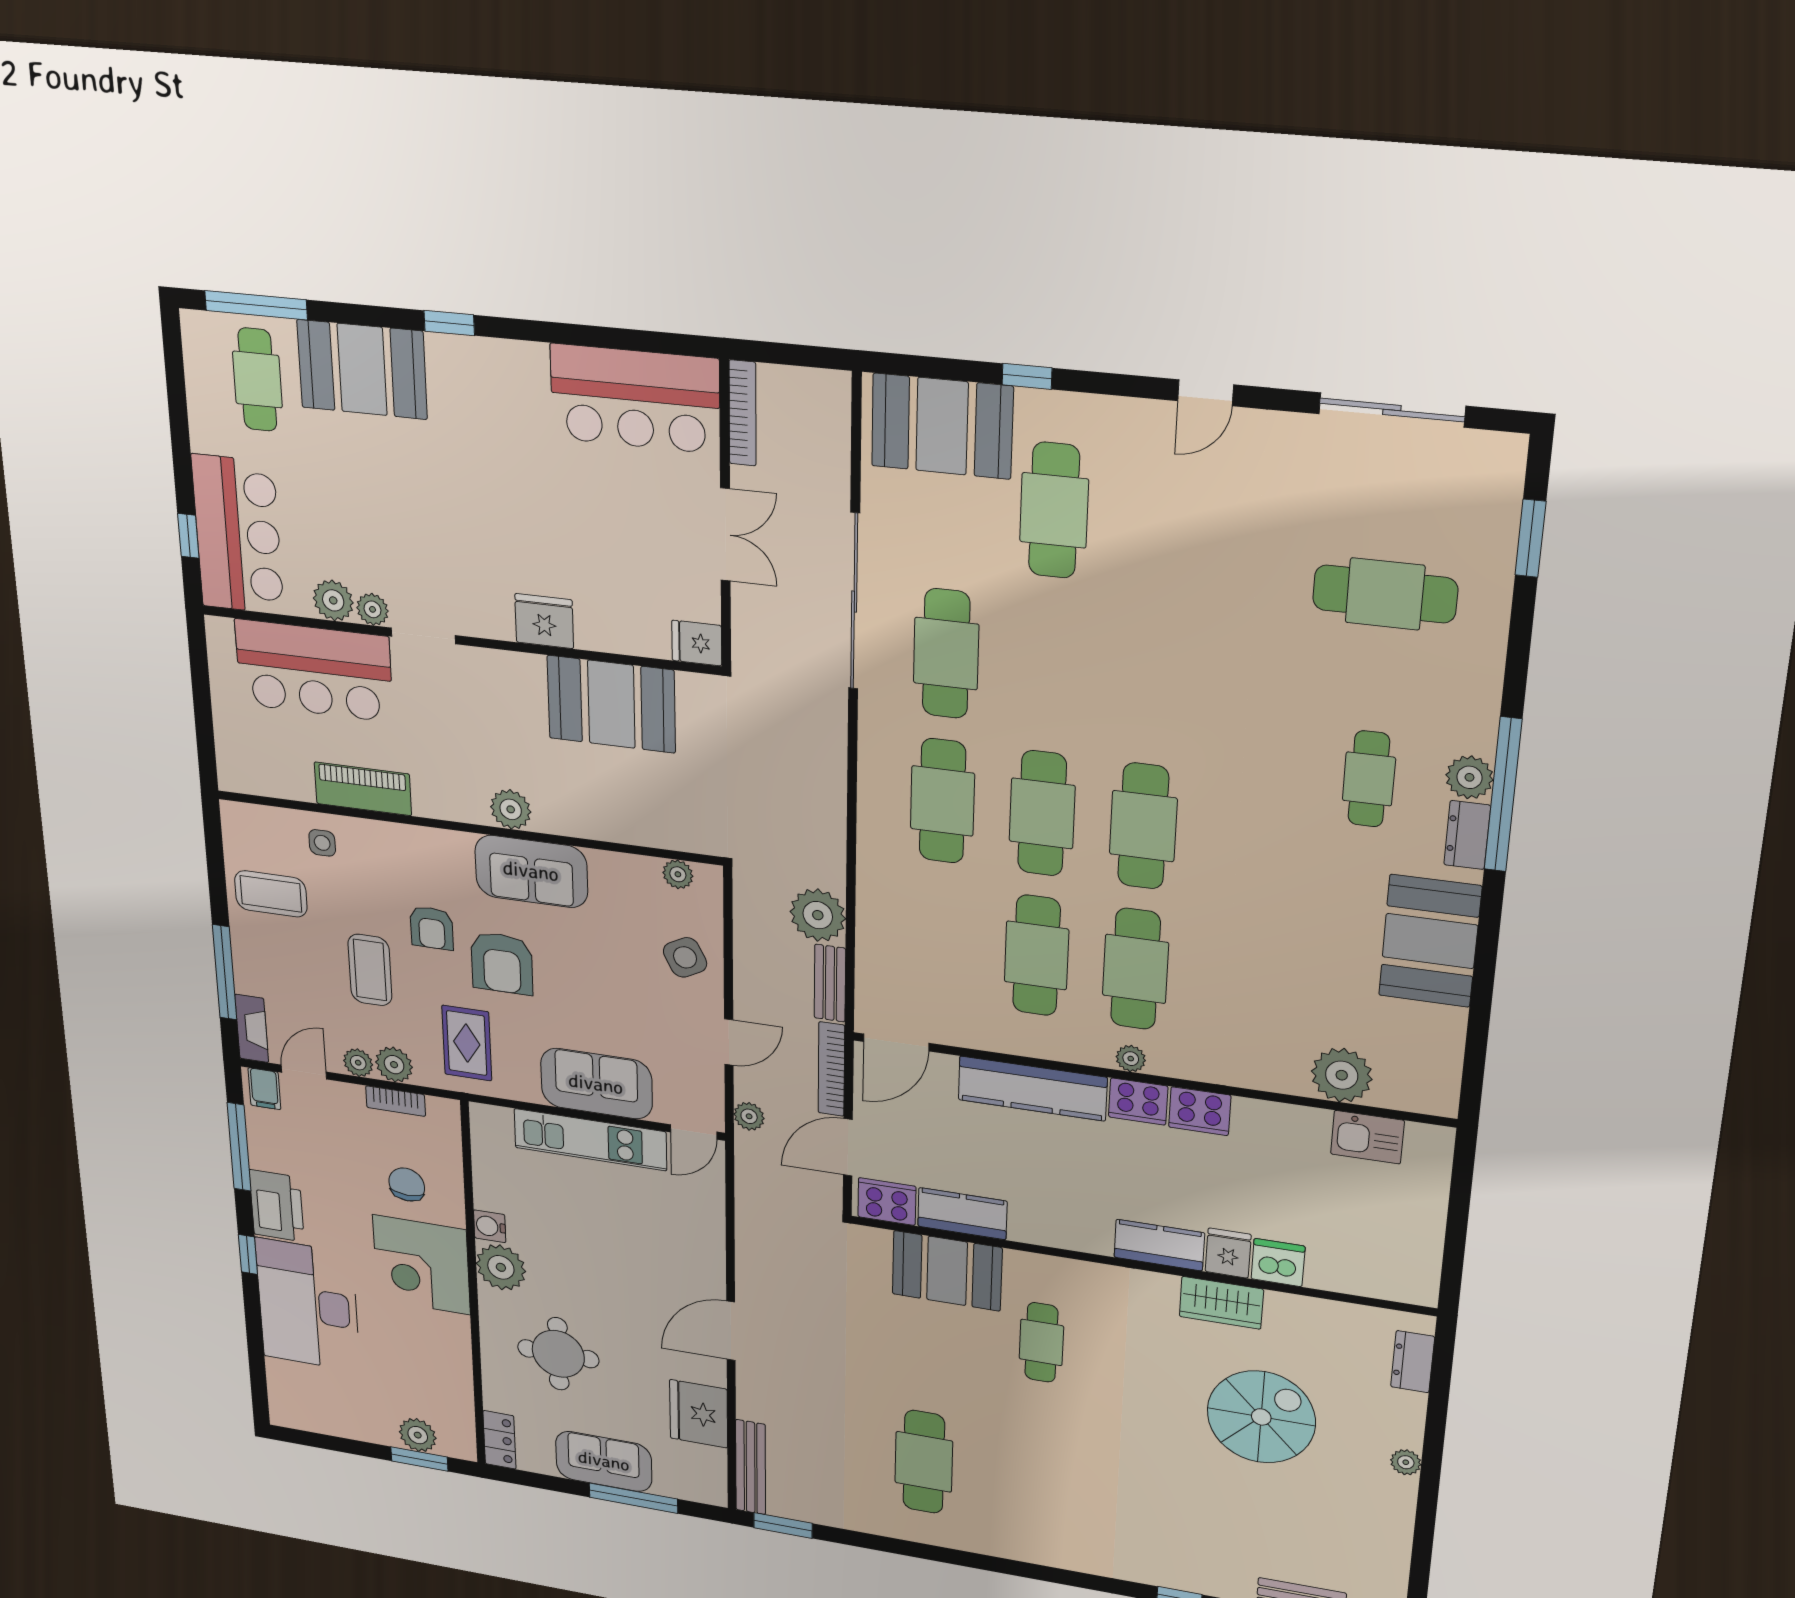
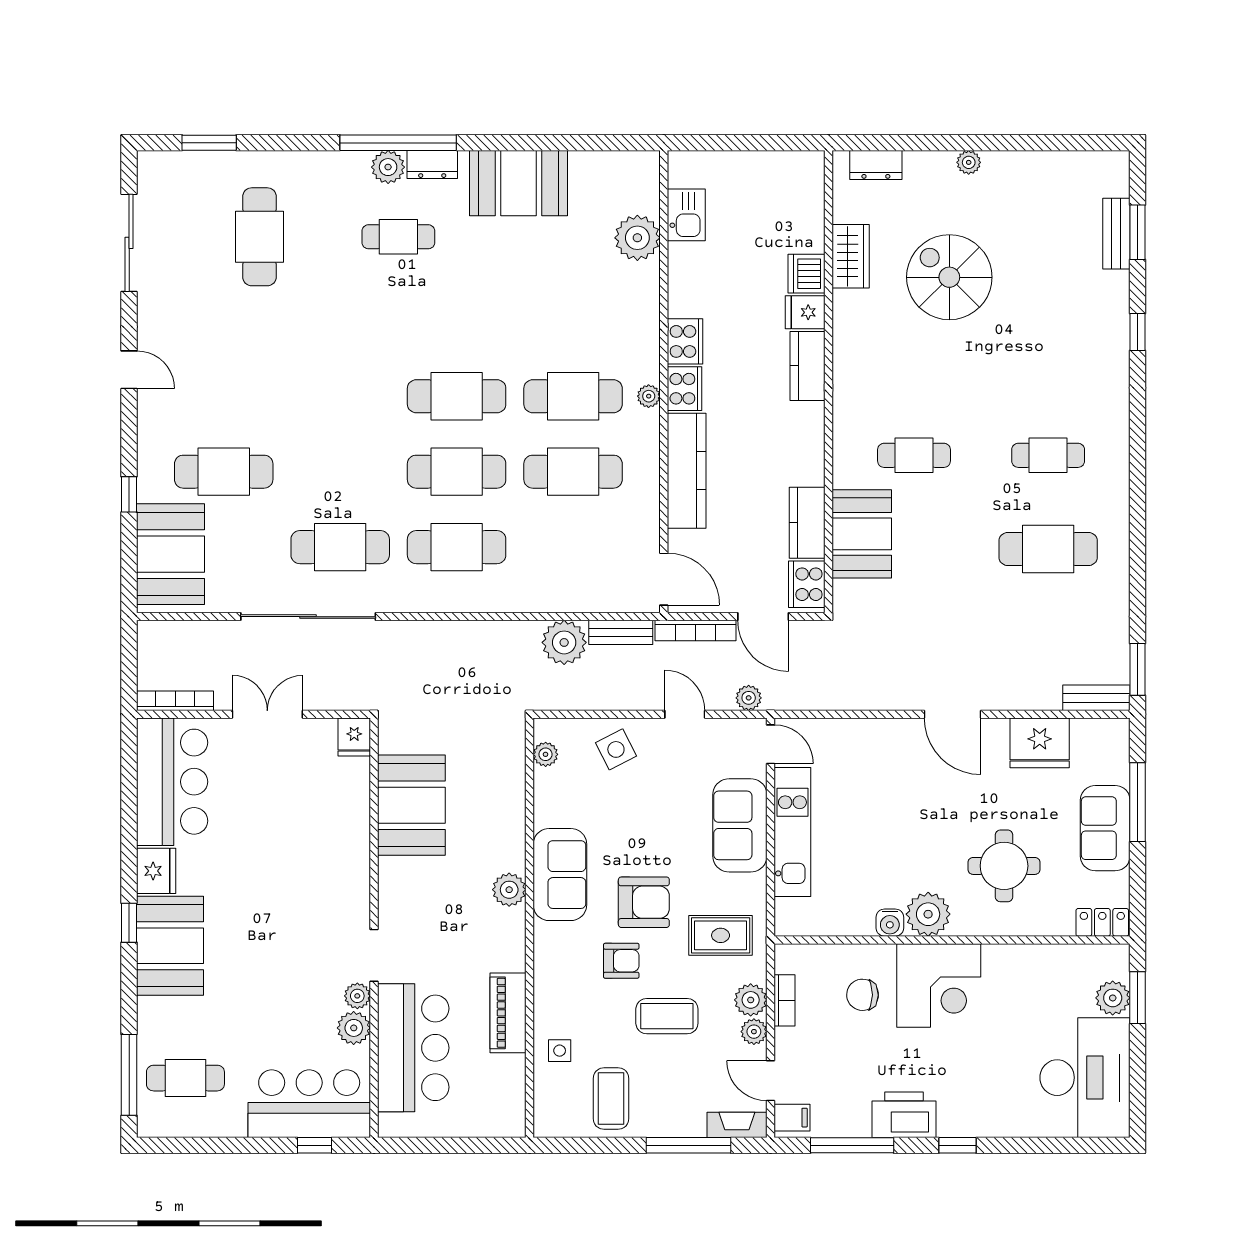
booth: (362, 369) -> (170, 946), moved
fridge: (544, 621) -> (156, 871), moved, turned 180
wardrobe: (1221, 1303) -> (851, 256), moved
desk: (308, 1305) -> (1085, 1078), moved, turned -90
bench: (751, 1467) -> (1096, 698), width x0.73
cafe table: (1035, 1482) -> (1048, 455), added

